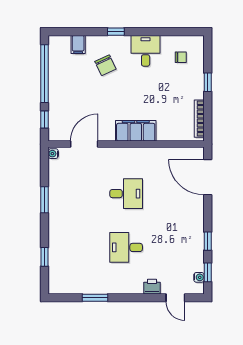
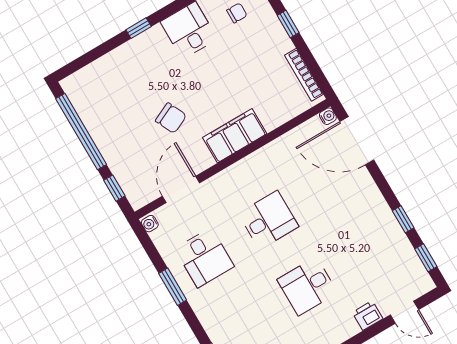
filing cabinet: (78, 45) -> (101, 71), removed
chair: (105, 65) -> (171, 118), moved
desk: (74, 194) -> (204, 258), added
water cooler: (199, 277) -> (328, 116), moved

